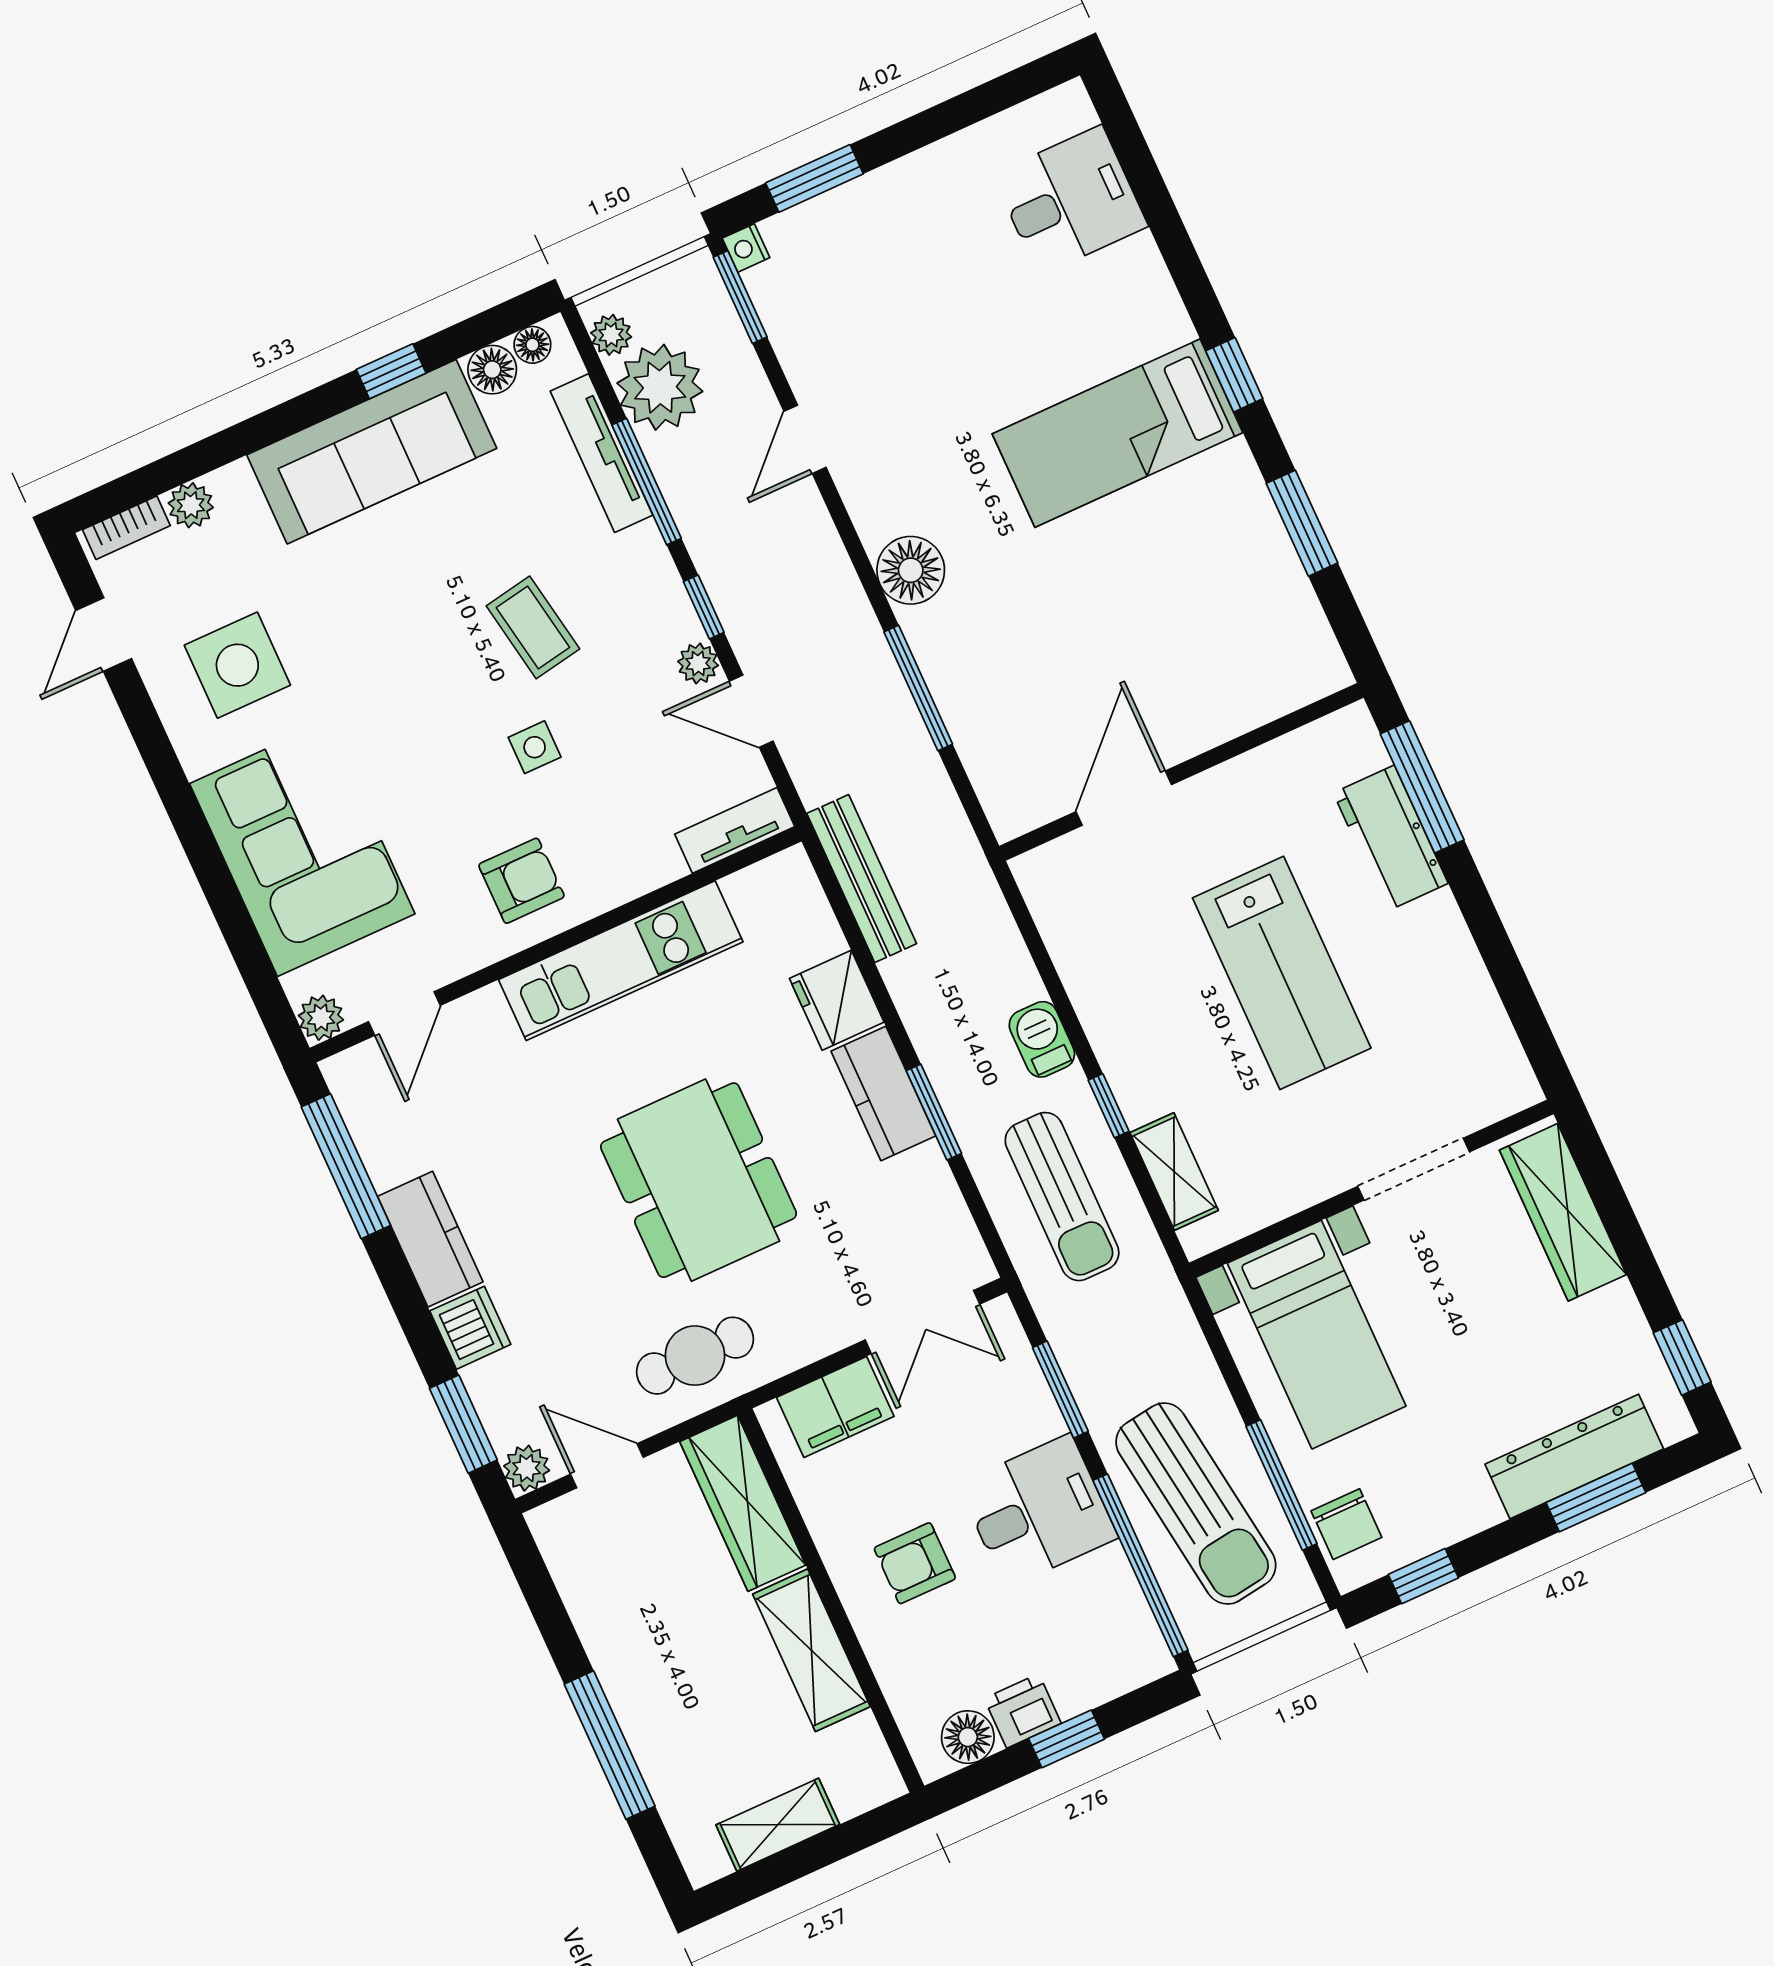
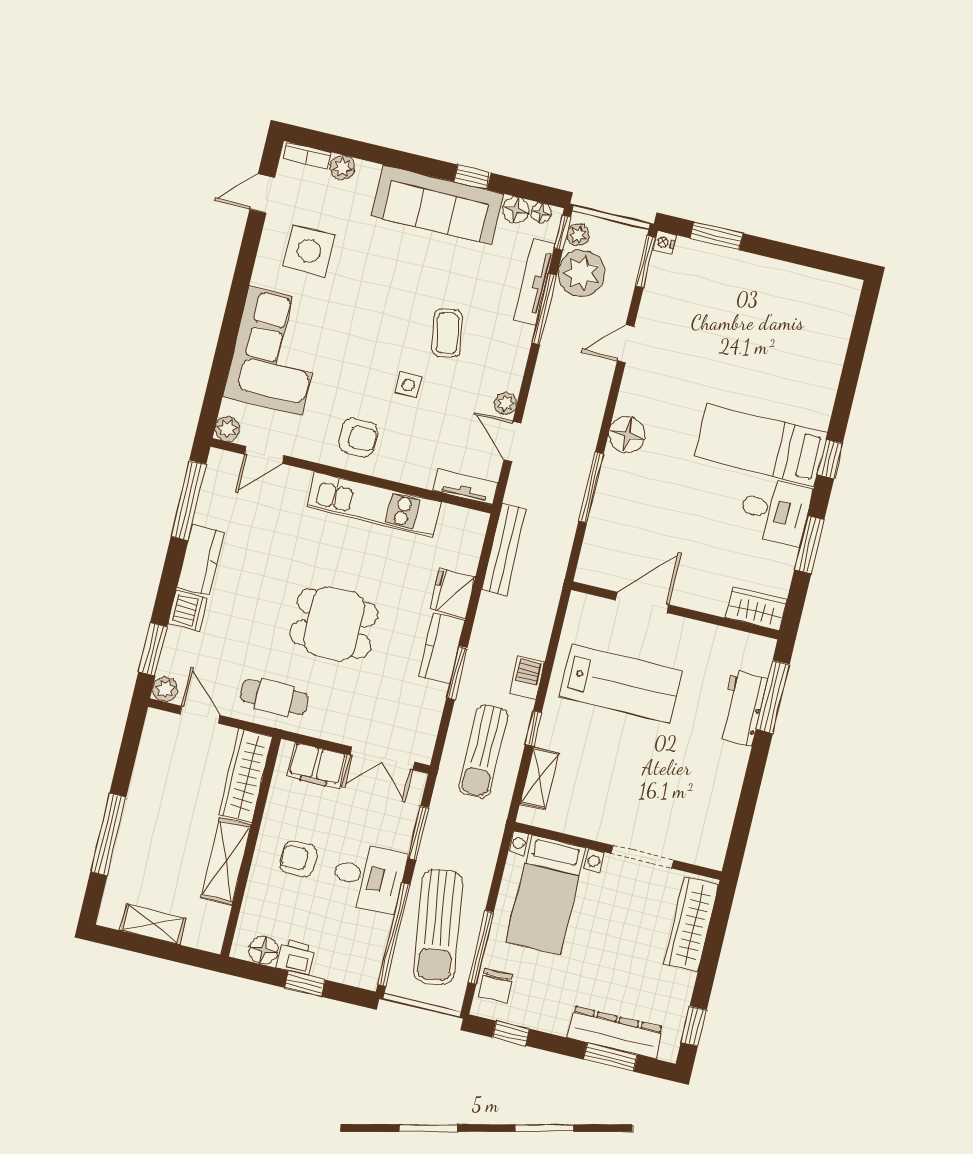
desk: (1070, 200) -> (775, 511), moved
window: (704, 607) -> (563, 233), moved
wardrobe: (1298, 677) -> (756, 609), added
lab bench: (1282, 973) -> (621, 684), moved, turned -90
dining table: (699, 1180) -> (334, 624), width x0.73

